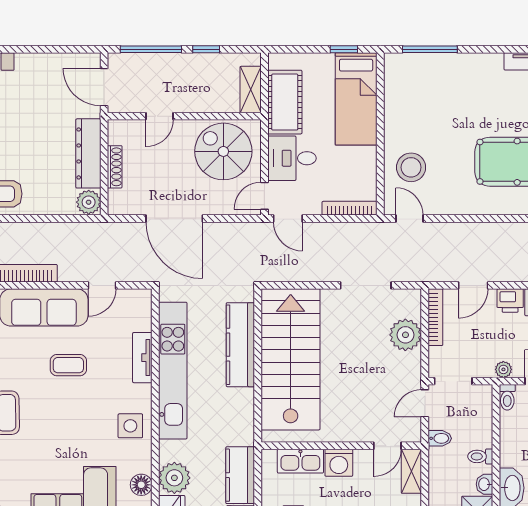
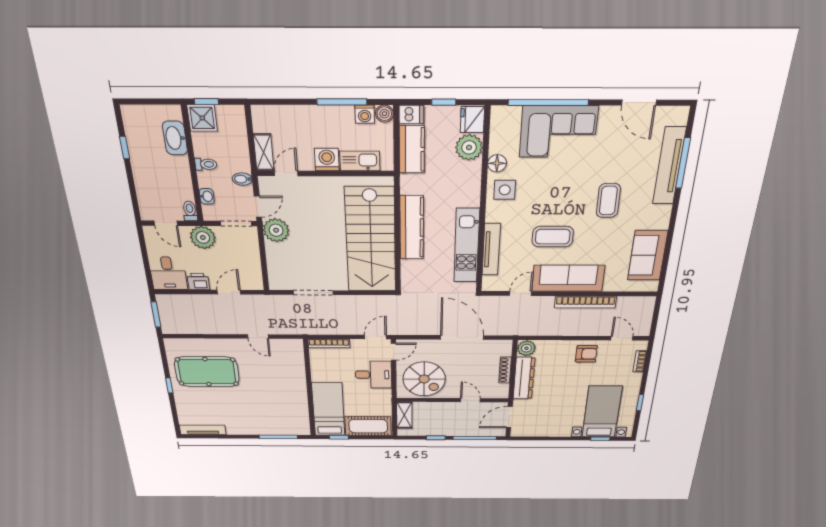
door: (104, 87) -> (509, 417), swing flipped
cot: (285, 102) -> (368, 426), moved, turned 90
door: (160, 116) -> (470, 400), hinge flipped
stool: (411, 167) -> (285, 369), removed
door: (288, 219) -> (375, 337), hinge flipped
door: (410, 219) -> (258, 336), moved
bookcase: (435, 317) -> (256, 270), removed
plant: (405, 335) -> (276, 230), moved
kitchen counter: (240, 345) -> (412, 228), moved
tv unit: (142, 358) -> (491, 250), width x1.41
coffee table: (68, 365) -> (553, 237), width x1.36, depth x1.30
plant: (503, 369) -> (203, 237), width x1.88, depth x1.88
kitchen unit: (173, 371) -> (467, 246), width x0.73
washbasin: (484, 484) -> (207, 196), moved
floor lamp: (141, 485) -> (497, 163), moved

